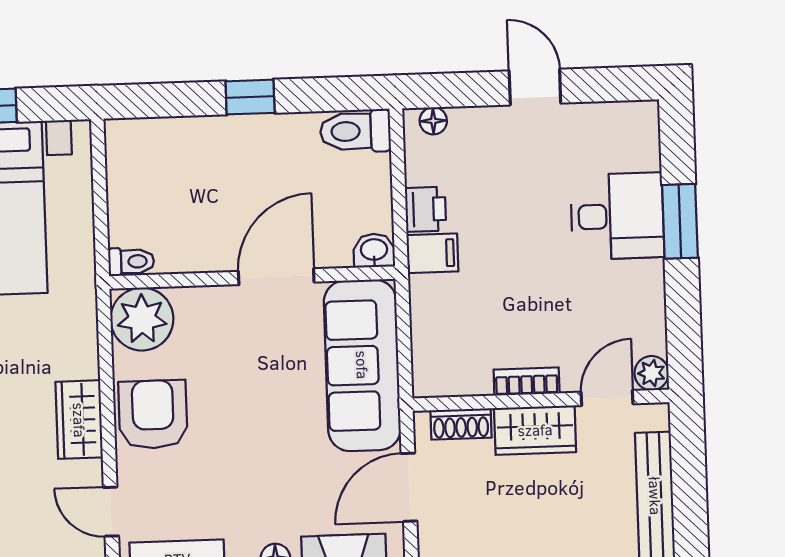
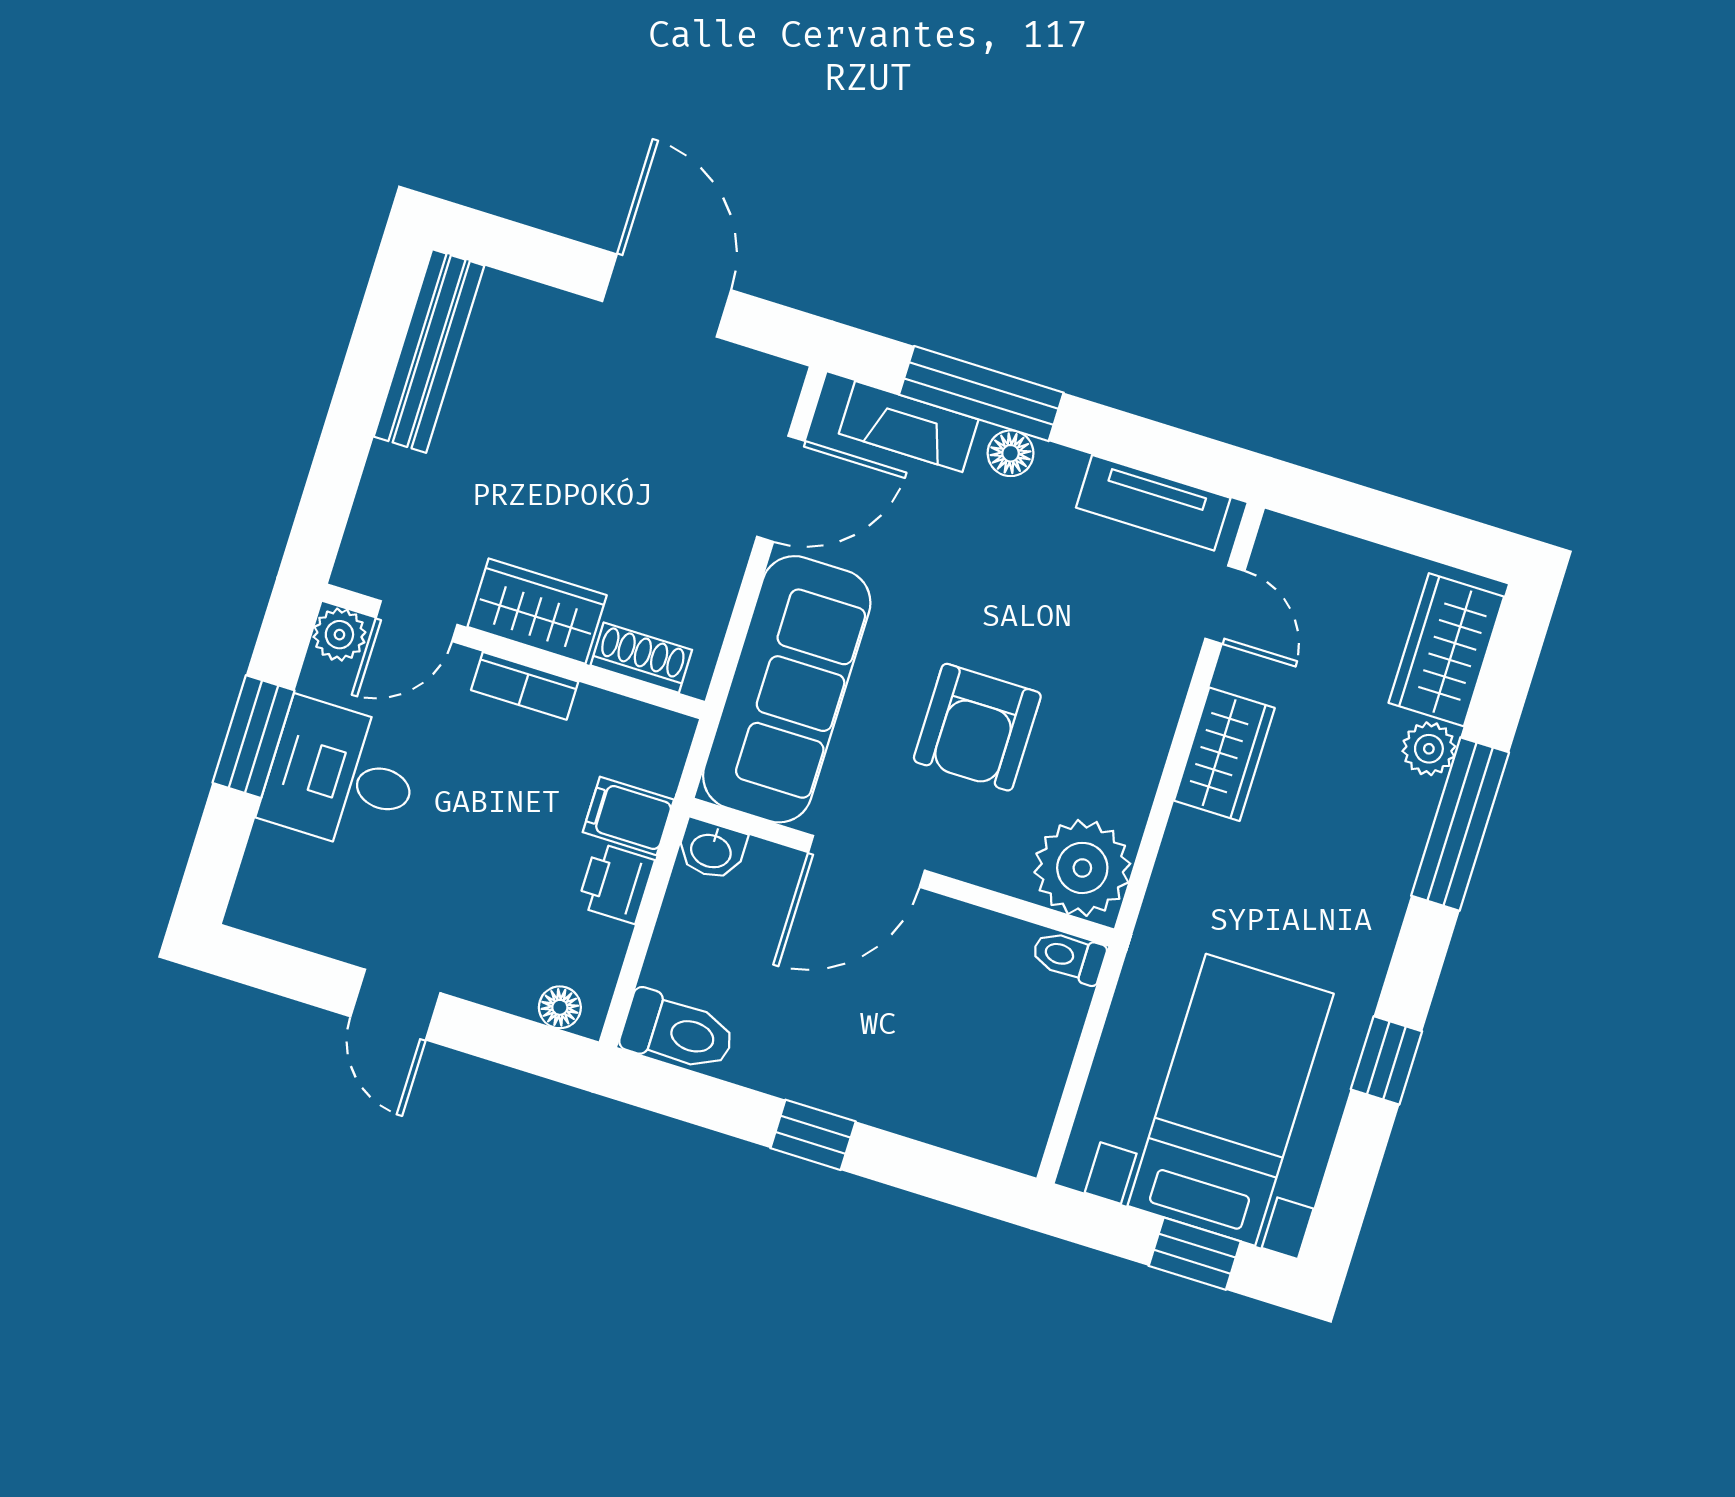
plant: (652, 373) -> (339, 635), moved
bookcase: (527, 381) -> (525, 686), moved
door: (607, 398) -> (417, 621), moved
wall: (541, 400) -> (513, 651), moved
armchair: (153, 414) -> (977, 727), moved
shoe rack: (461, 424) -> (641, 658), moved
wardrobe: (535, 430) -> (537, 611), moved

